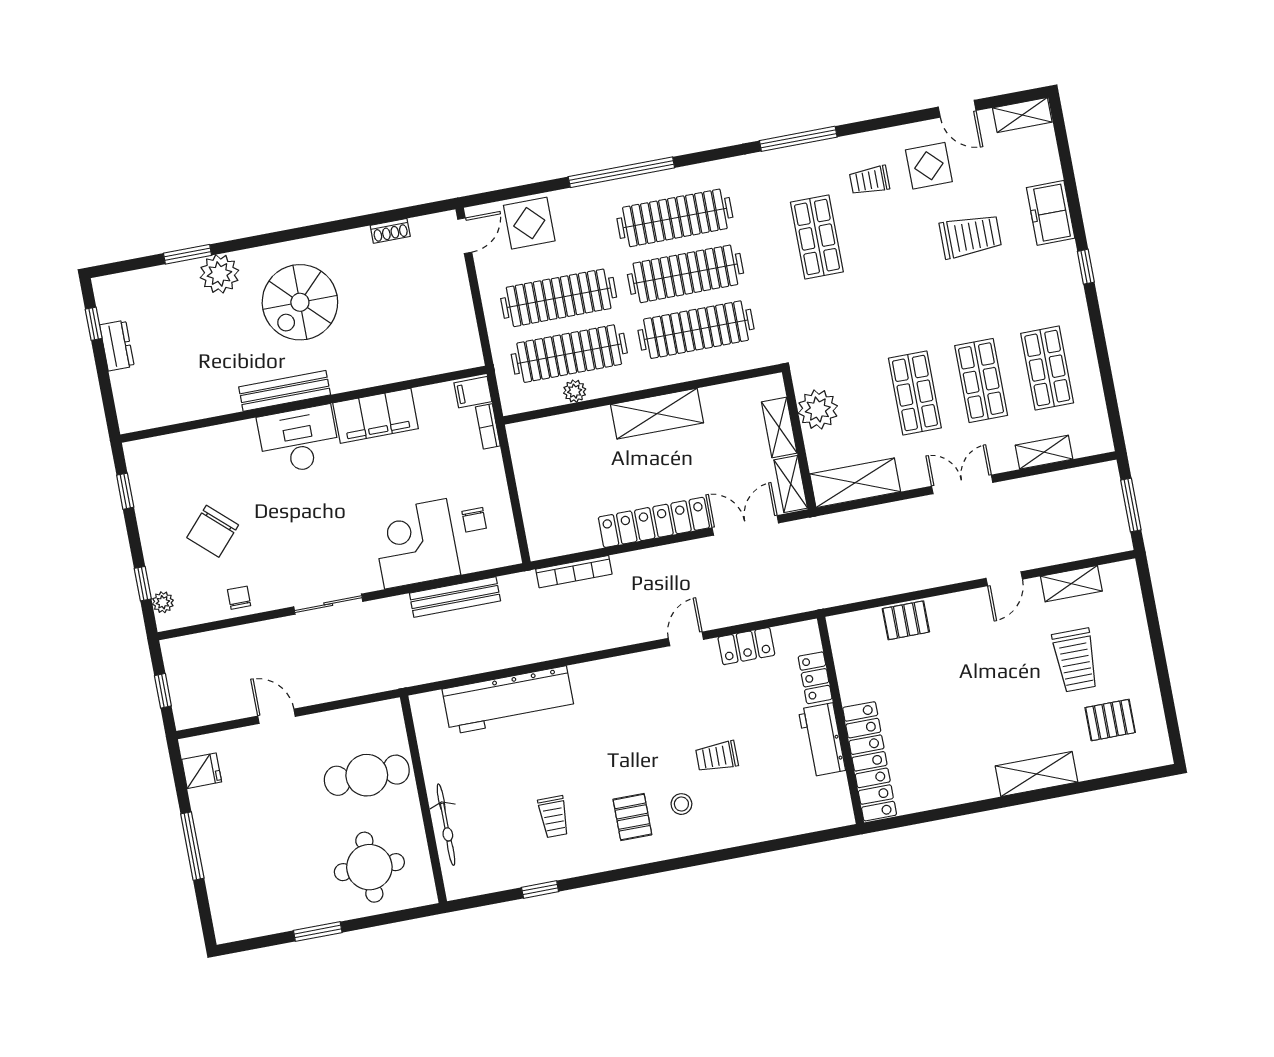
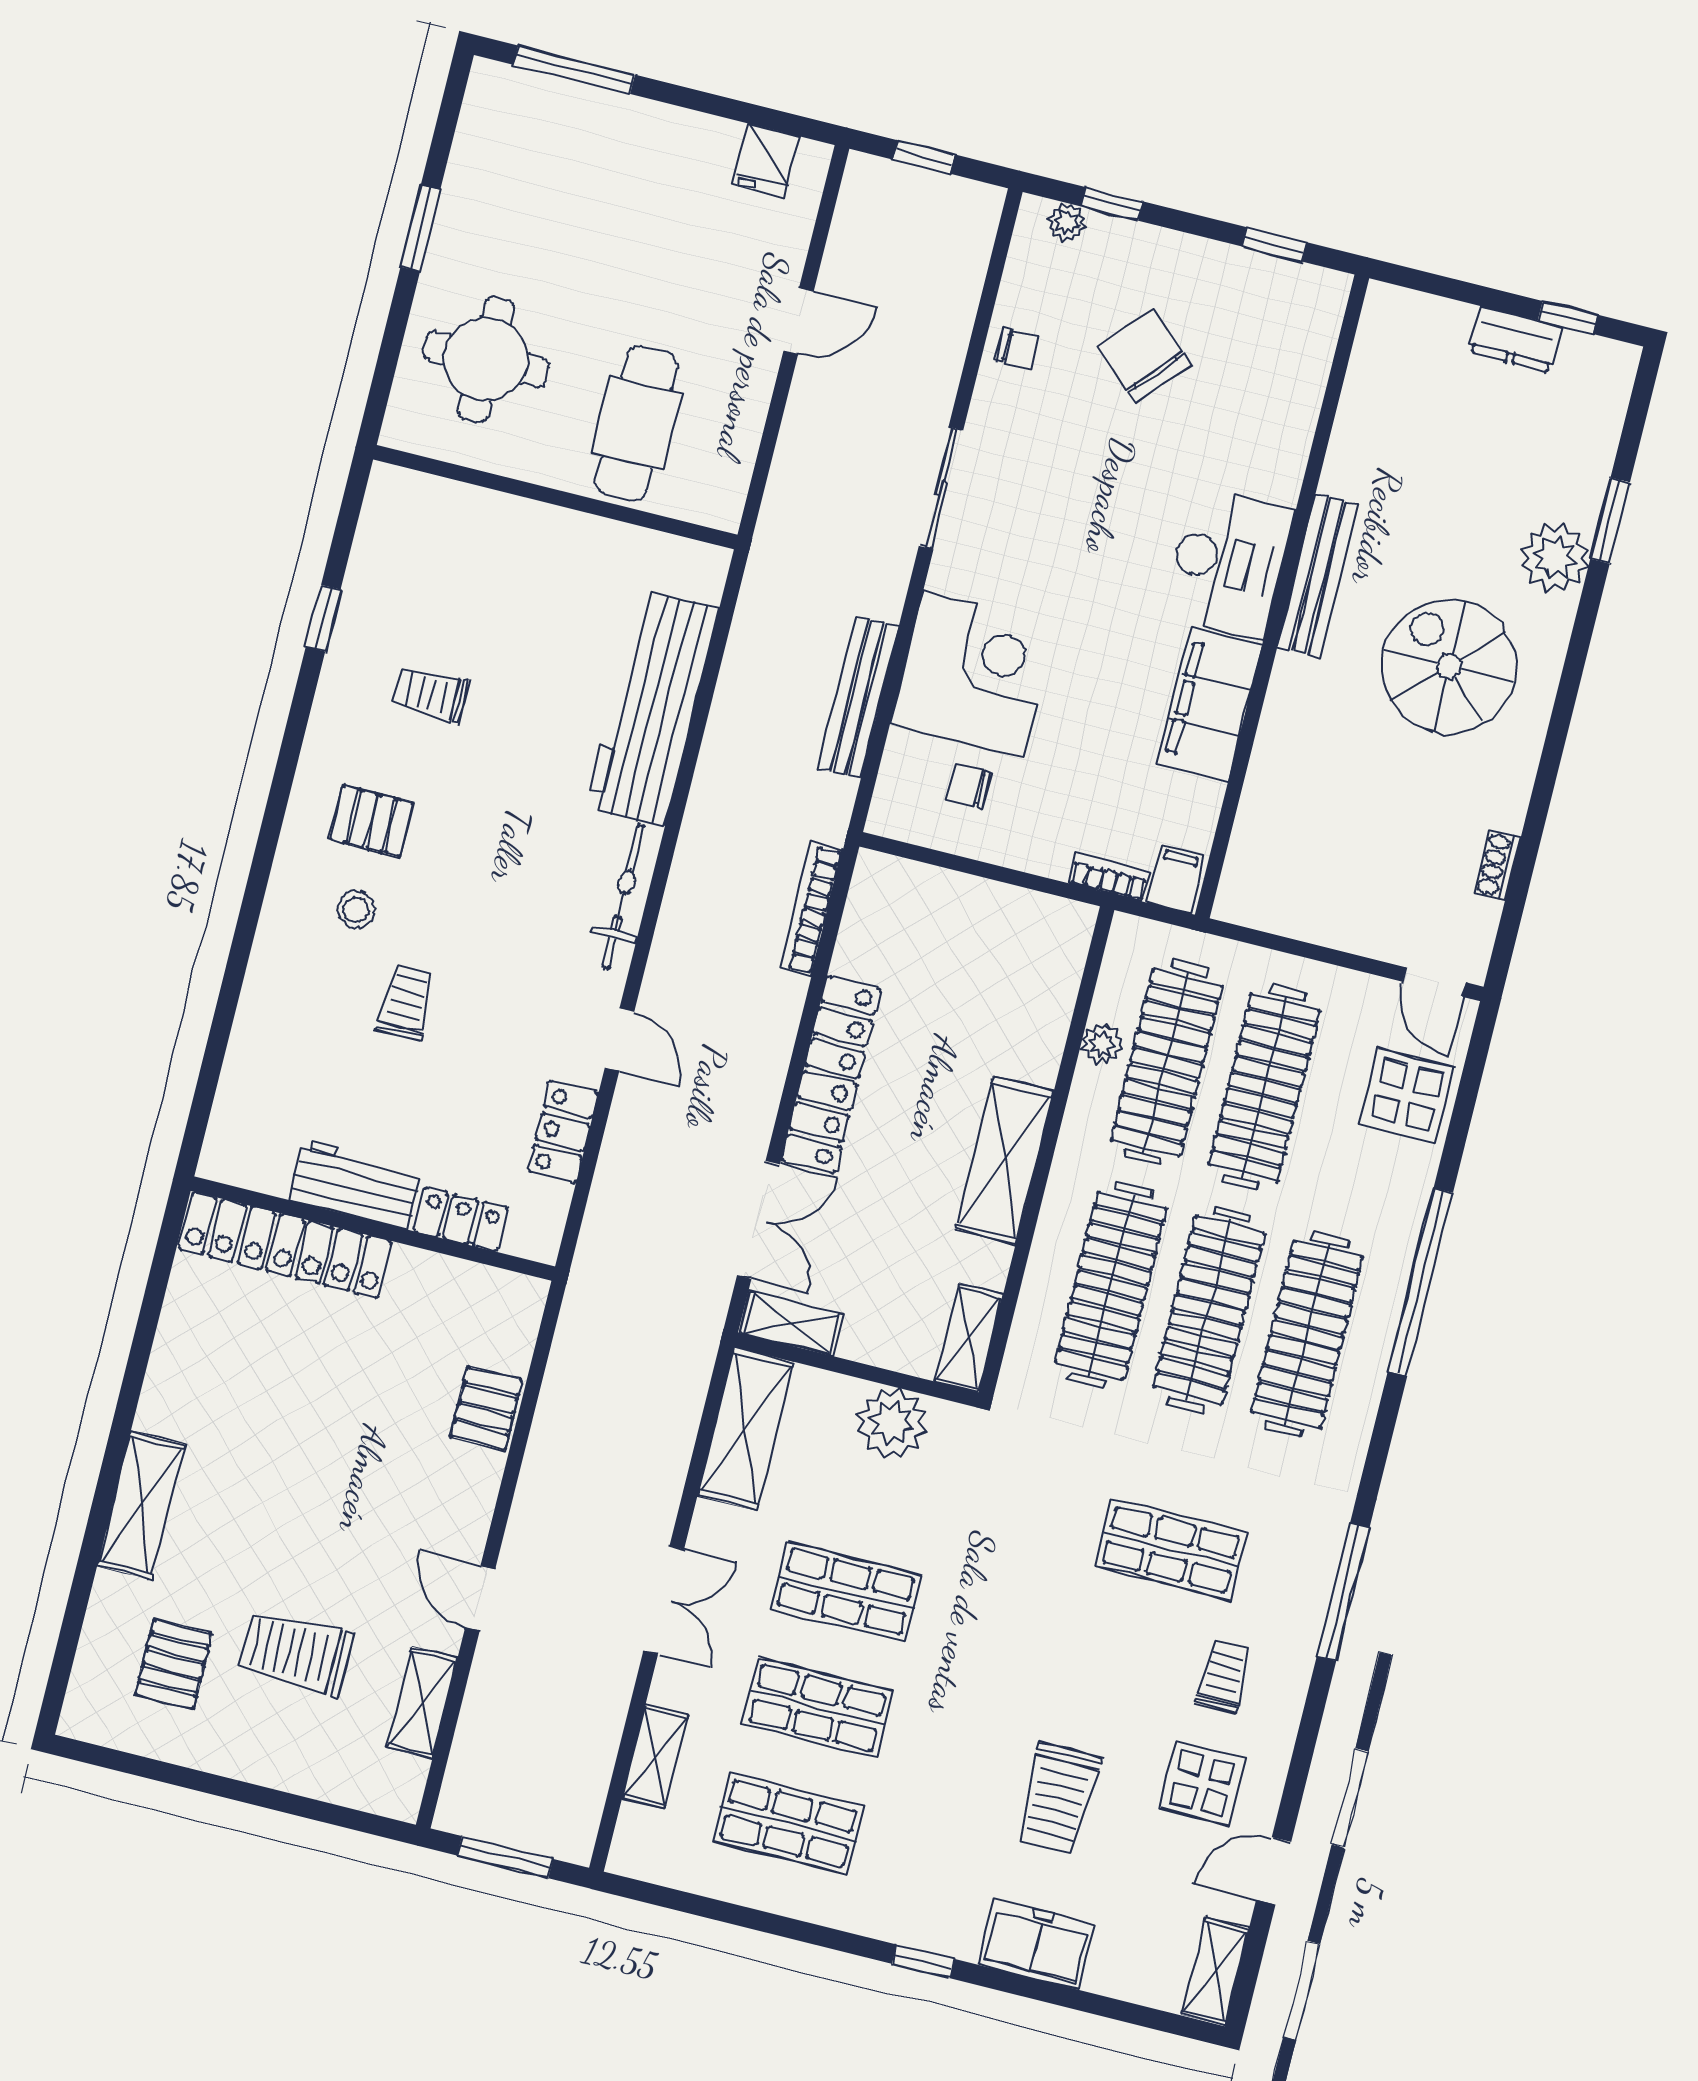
shelving: (779, 427) -> (969, 1338), moved, turned 90
bicycle: (446, 825) -> (623, 897), moved, turned 90
window: (192, 846) -> (574, 70), moved

